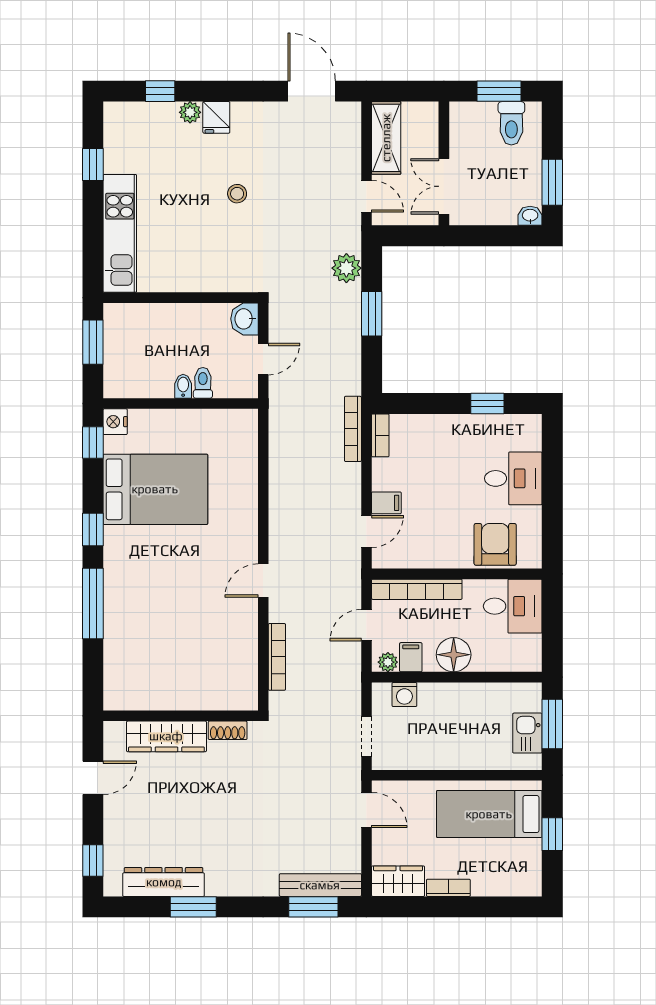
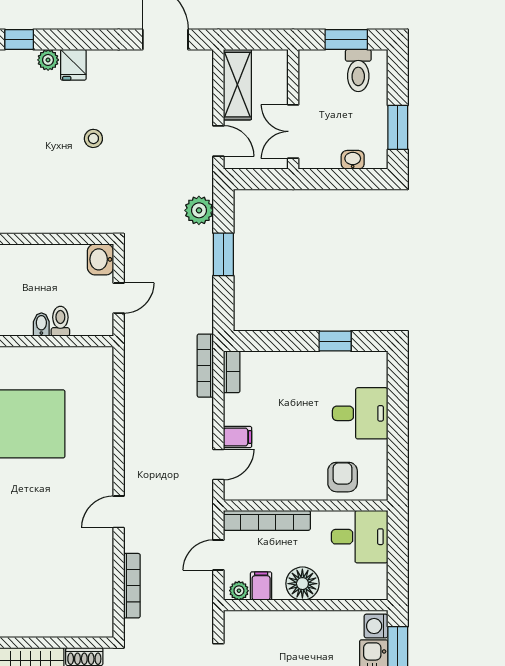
washbasin: (530, 216) -> (353, 160), moved
armchair: (495, 544) -> (343, 477), width x0.72, depth x0.72
washing machine: (404, 694) -> (376, 626), moved, turned 90

